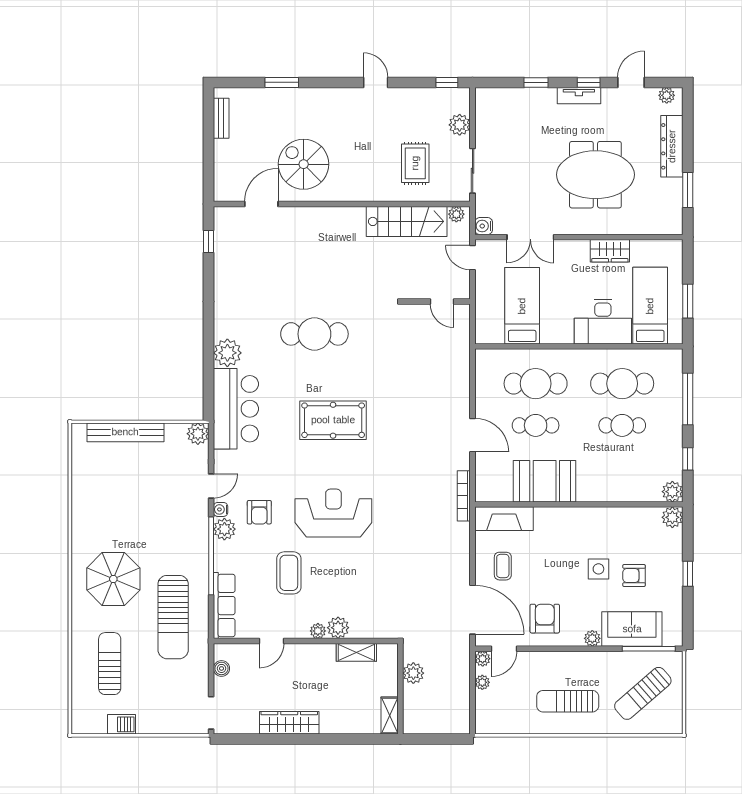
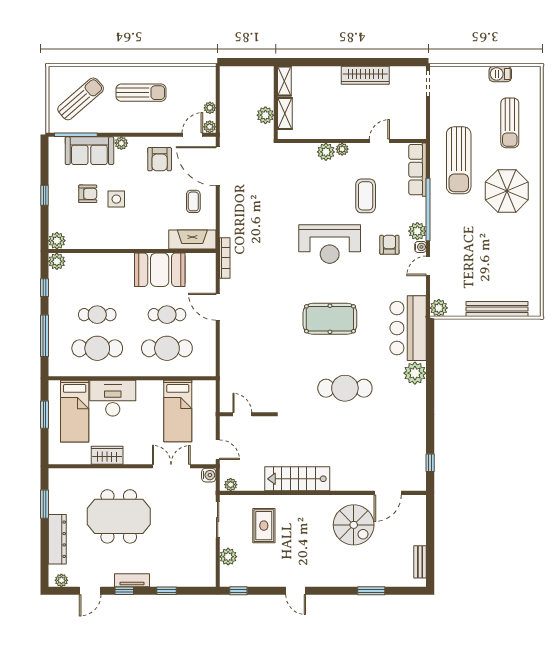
stairs: (407, 221) -> (297, 479), moved
sun lounger: (173, 617) -> (459, 160), turned 180
shelving: (356, 652) -> (285, 113), moved, turned 90
boiler: (221, 668) -> (420, 119), removed

